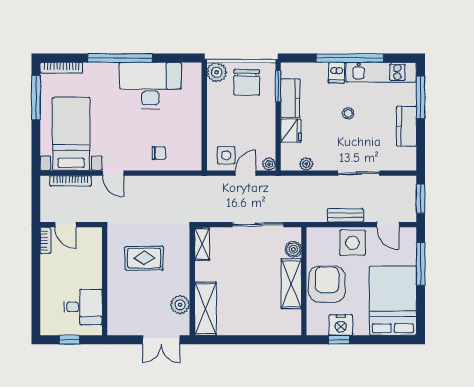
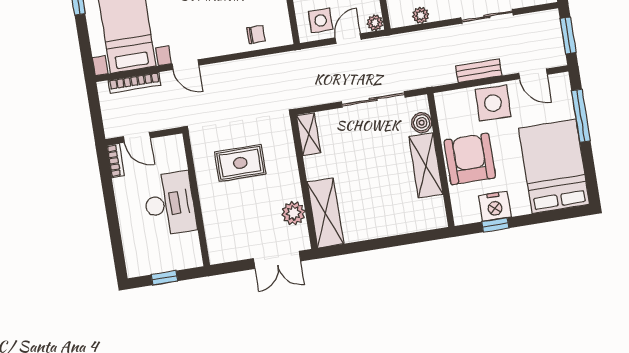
chair: (159, 153) -> (256, 35), moved
desk: (83, 307) -> (170, 204), moved, width x1.37

